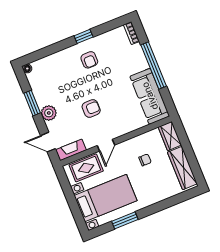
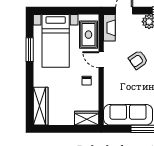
armchair: (91, 108) -> (138, 60), turned 55
chair: (145, 160) -> (87, 81), moved
wardrobe: (182, 168) -> (41, 106), moved, turned 90

